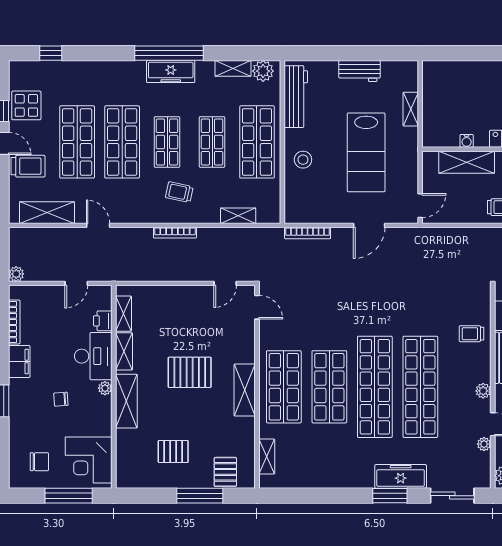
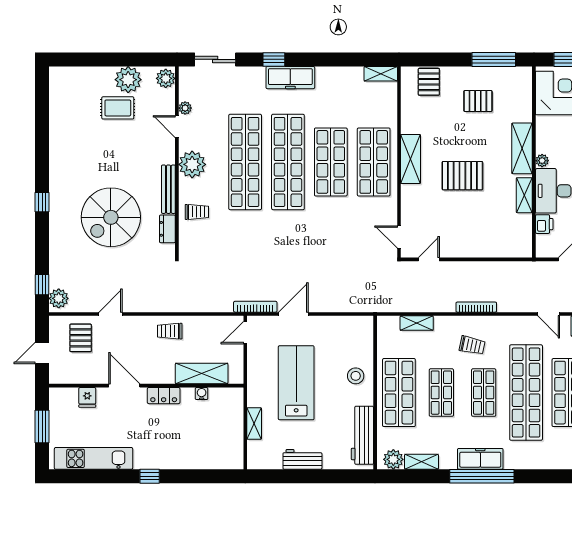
shop shelf: (122, 142) -> (526, 393), width x1.40
bookcase: (308, 233) -> (255, 307), moved
shelving: (123, 314) -> (525, 231), removed
plant: (483, 391) -> (192, 164), width x1.87, depth x1.87
shelving: (267, 457) -> (381, 74), moved, turned 90
freezer: (401, 476) -> (290, 78), moved
window: (200, 496) -> (494, 59), moved
window: (390, 496) -> (274, 59), width x0.67

